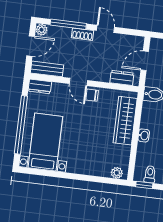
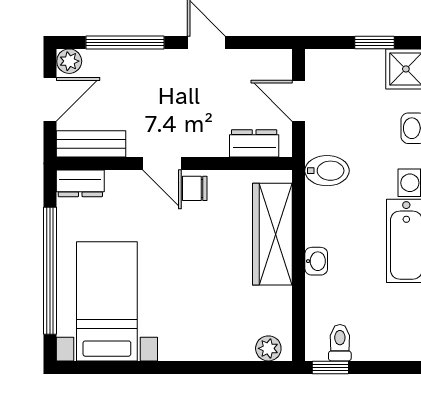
shoe rack: (82, 34) -> (158, 60), removed
door: (145, 61) -> (299, 101), hinge flipped

